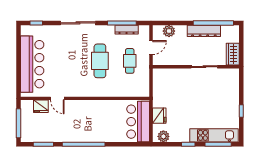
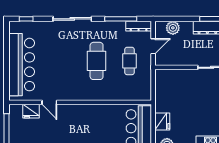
dresser: (127, 30) -> (139, 26), moved

